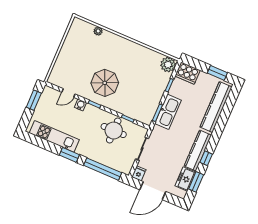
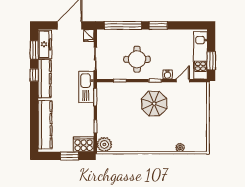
window: (217, 73) -> (69, 156), moved
kitchen sink: (168, 112) -> (86, 87), moved
round table: (114, 131) -> (137, 59), moved
kitchen unit: (54, 136) -> (200, 55), moved, turned 90
freezer: (185, 179) -> (45, 44), width x1.40

